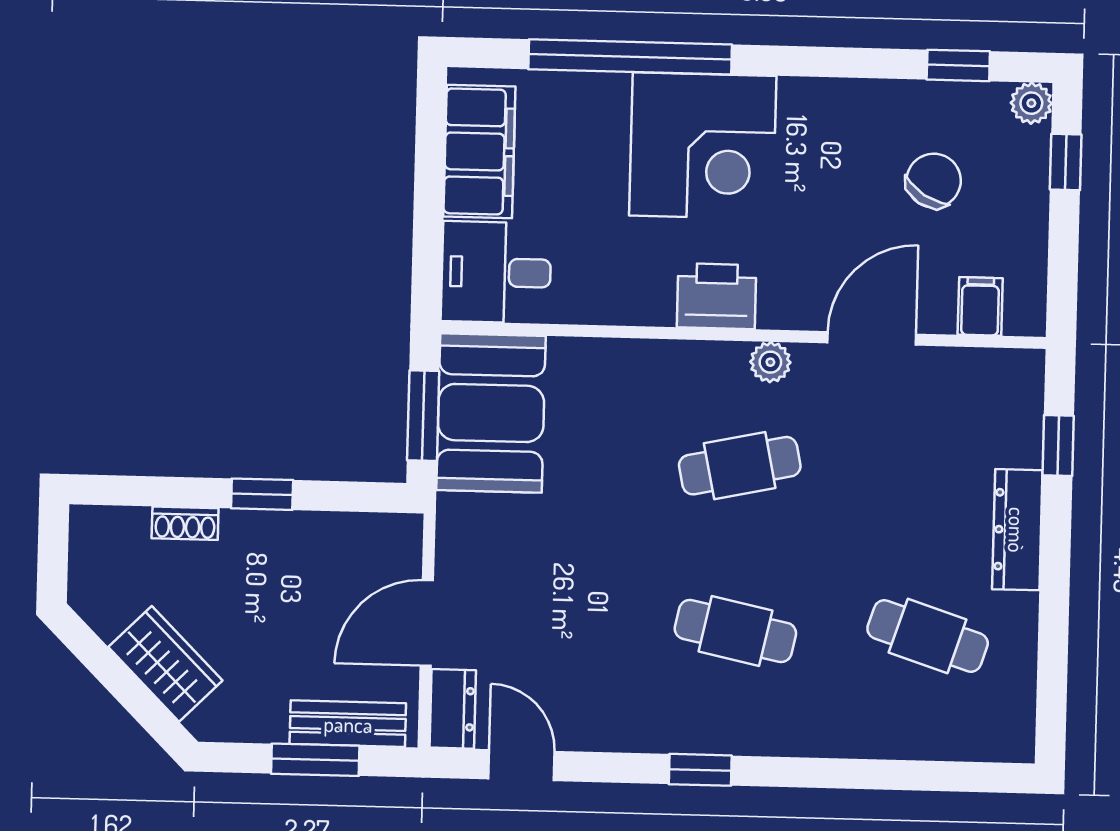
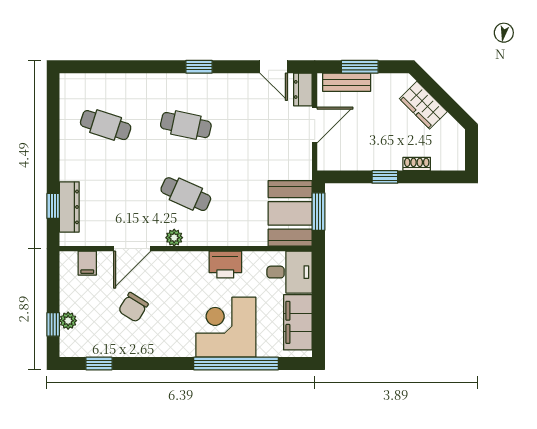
plant: (1031, 103) -> (68, 321), moved
corner desk: (703, 146) -> (226, 327), moved
chair: (934, 181) -> (133, 307), moved
printer: (717, 296) -> (225, 265), moved
cafe table: (740, 466) -> (186, 194), turned 36
dresser: (1017, 530) -> (69, 207), moved

